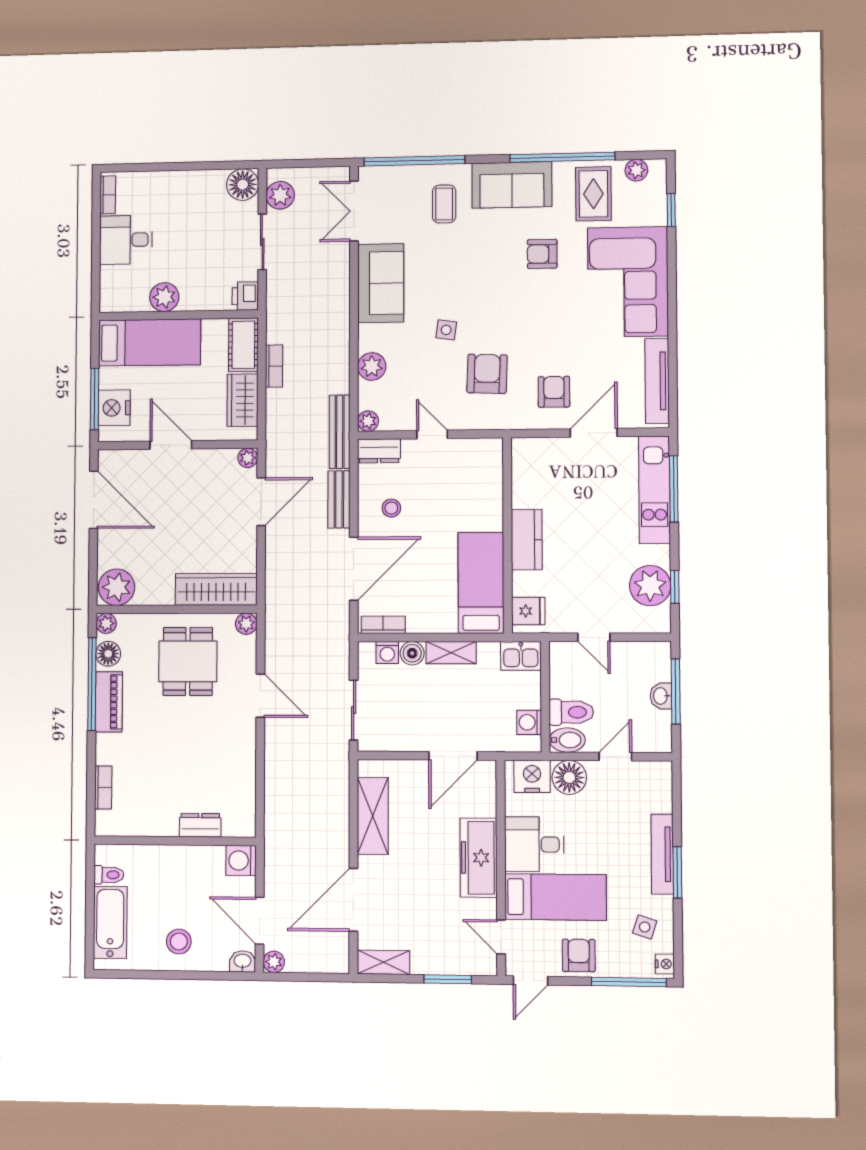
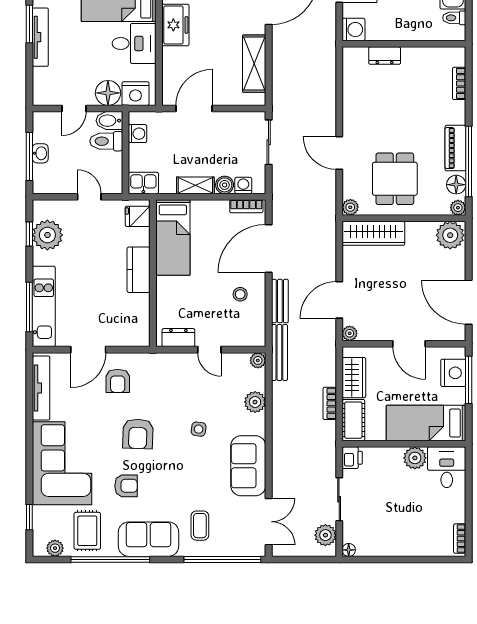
floor lamp: (243, 185) -> (349, 550), width x0.53, depth x0.53
desk: (126, 240) -> (447, 467), moved, turned -90
armchair: (487, 374) -> (138, 434), moved
dresser: (379, 451) -> (178, 338), moved
freezer: (479, 858) -> (175, 25), width x0.71

